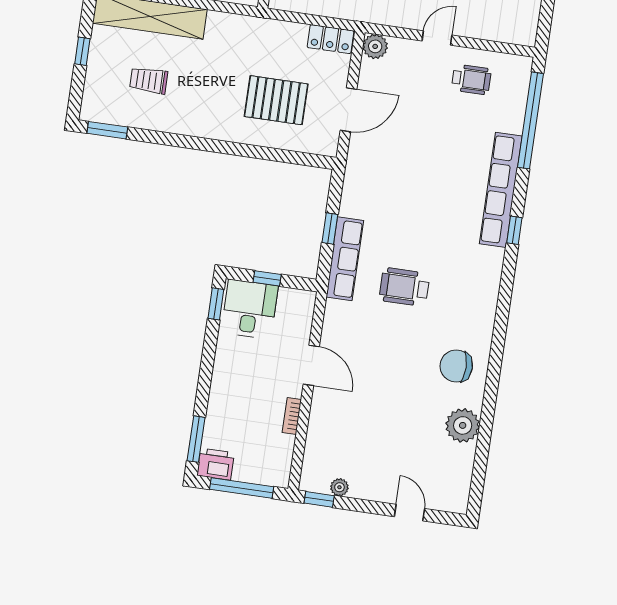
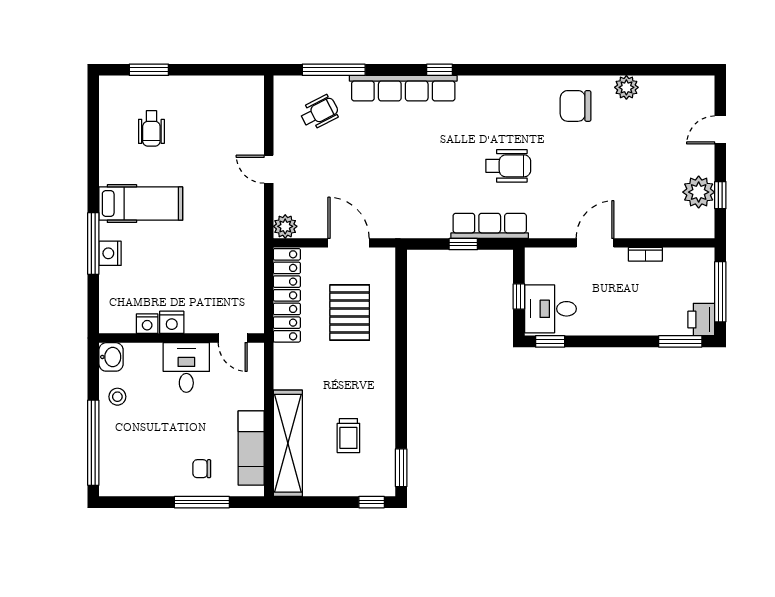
locker: (331, 39) -> (287, 295), width x2.16, depth x1.21
window: (82, 51) -> (372, 502), moved
wheelchair: (471, 79) -> (319, 112), moved, turned 63
window: (530, 120) -> (334, 70), width x0.68
wheelchair: (404, 287) -> (508, 166), turned -90
chair: (456, 366) -> (576, 106), turned 90
plant: (463, 425) -> (626, 87), width x0.73, depth x0.73
plant: (339, 487) -> (699, 192), width x1.88, depth x1.88
window: (319, 499) -> (720, 195), moved

